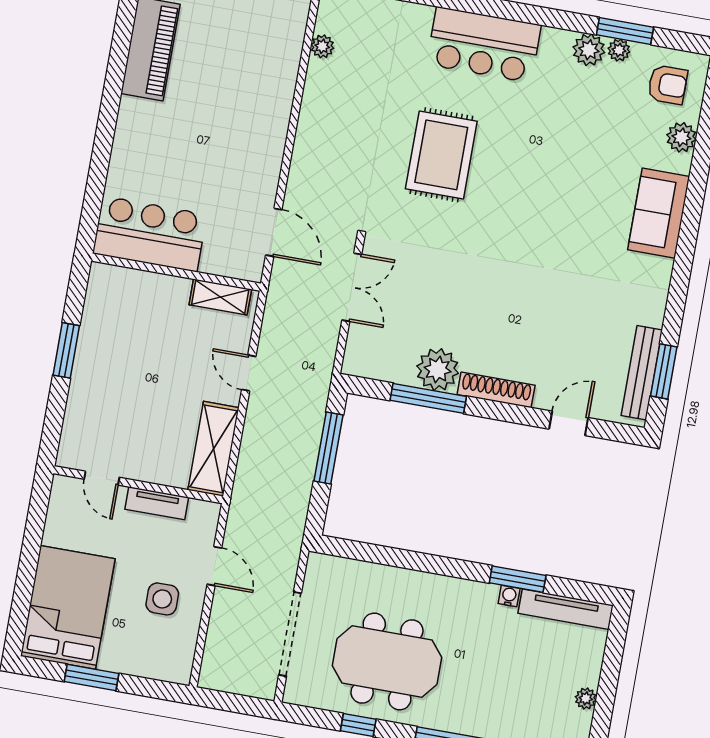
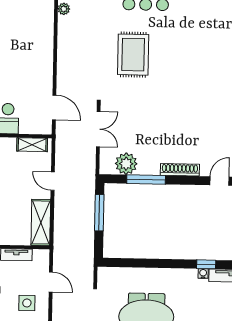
plant: (438, 370) -> (126, 164), moved
window: (518, 579) -> (206, 264), width x0.67

